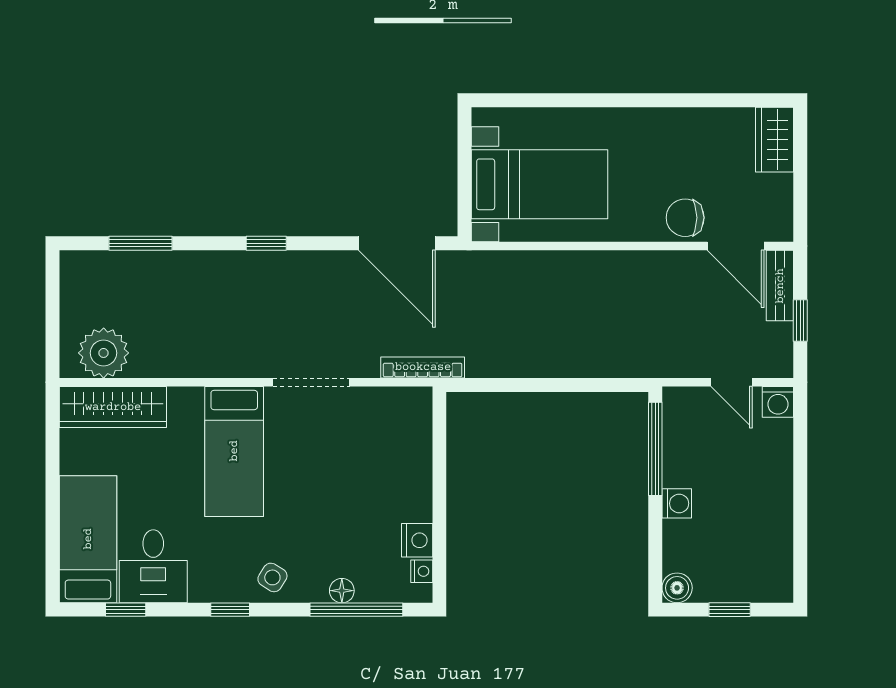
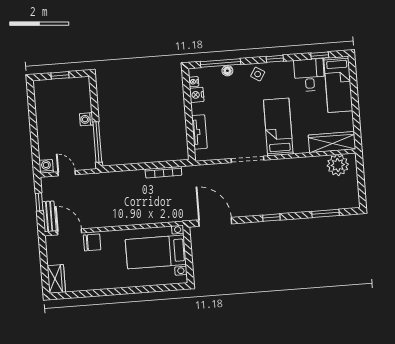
bookcase: (423, 367) -> (163, 172), moved
tv unit: (417, 454) -> (199, 132), added
boiler: (677, 588) -> (83, 83), removed

